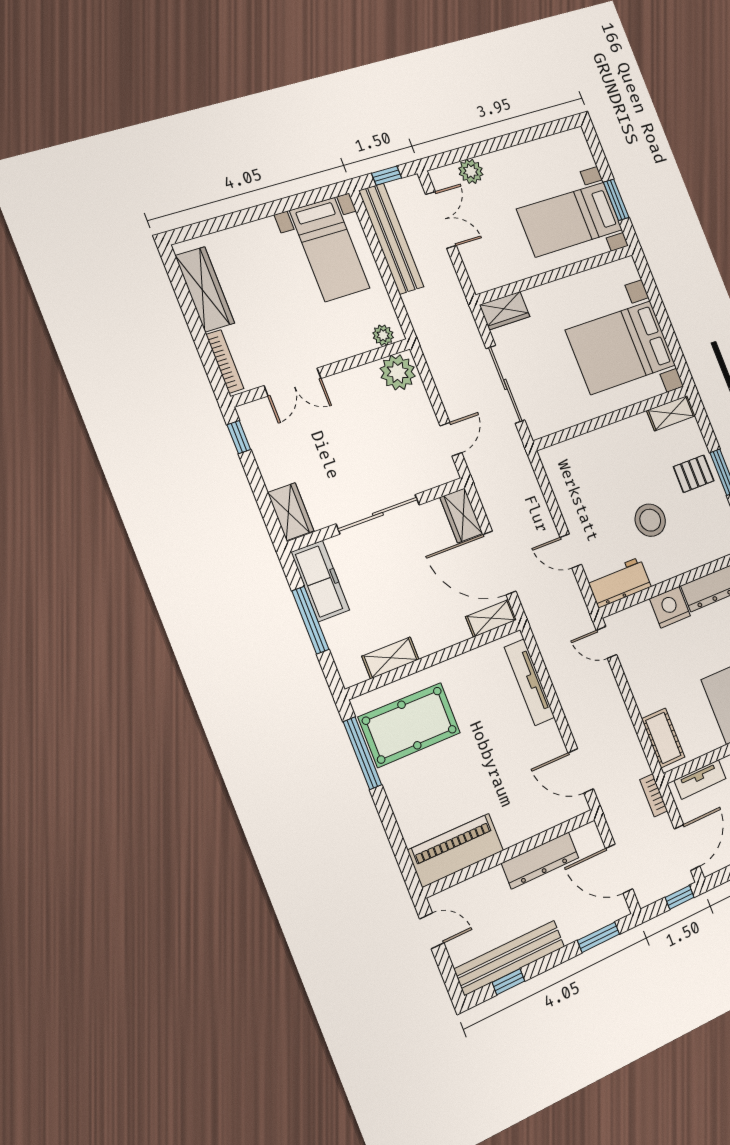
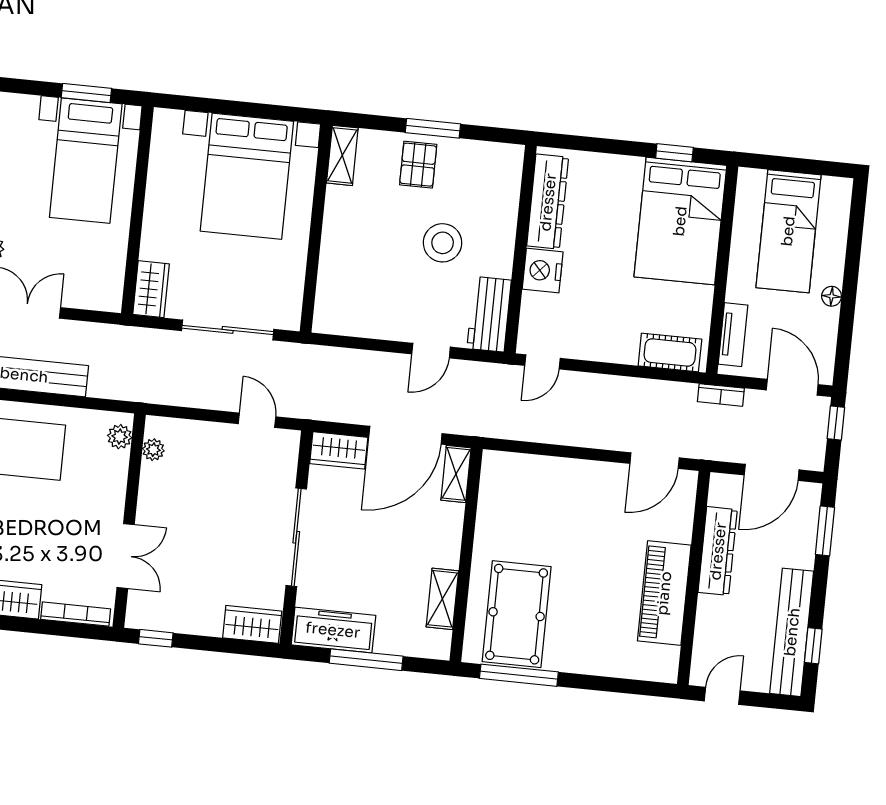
plant: (398, 372) -> (153, 450), width x0.53, depth x0.53
tv unit: (529, 682) -> (539, 468), removed
piano: (456, 850) -> (664, 593), moved

